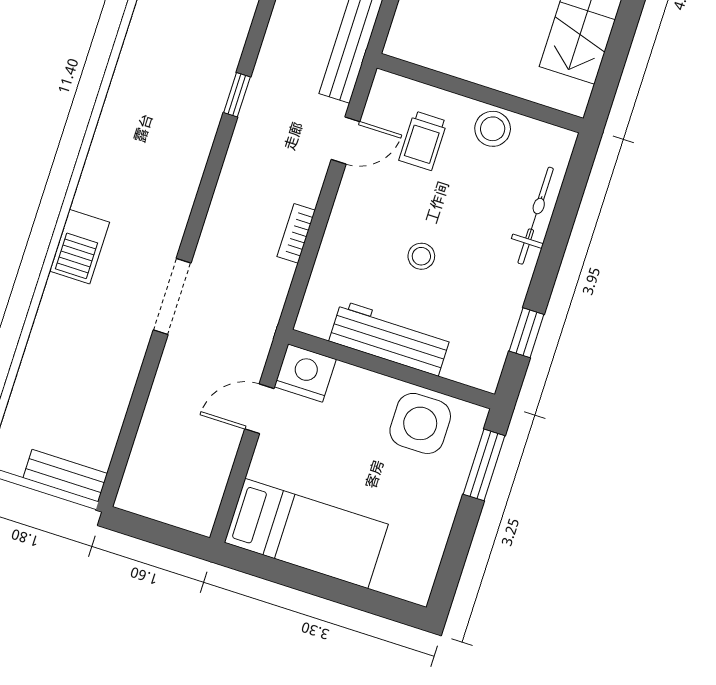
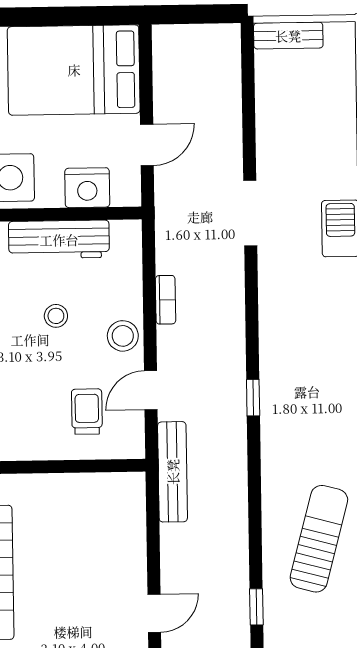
stool: (493, 129) -> (123, 336), moved
nightstand: (305, 373) -> (87, 188), moved
bed: (306, 533) -> (74, 70), width x1.50

